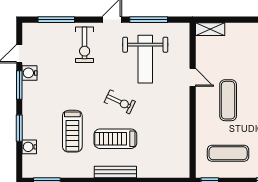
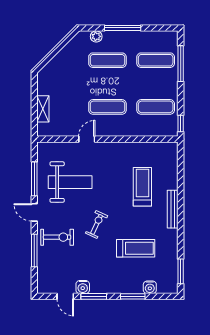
window: (56, 20) -> (34, 251), moved
shelving: (210, 29) -> (43, 109), moved
exercise bike: (120, 102) -> (96, 224), moved
treadmill: (115, 139) -> (142, 187), moved, turned 180
exercise mat: (228, 153) -> (156, 107), turned 90

